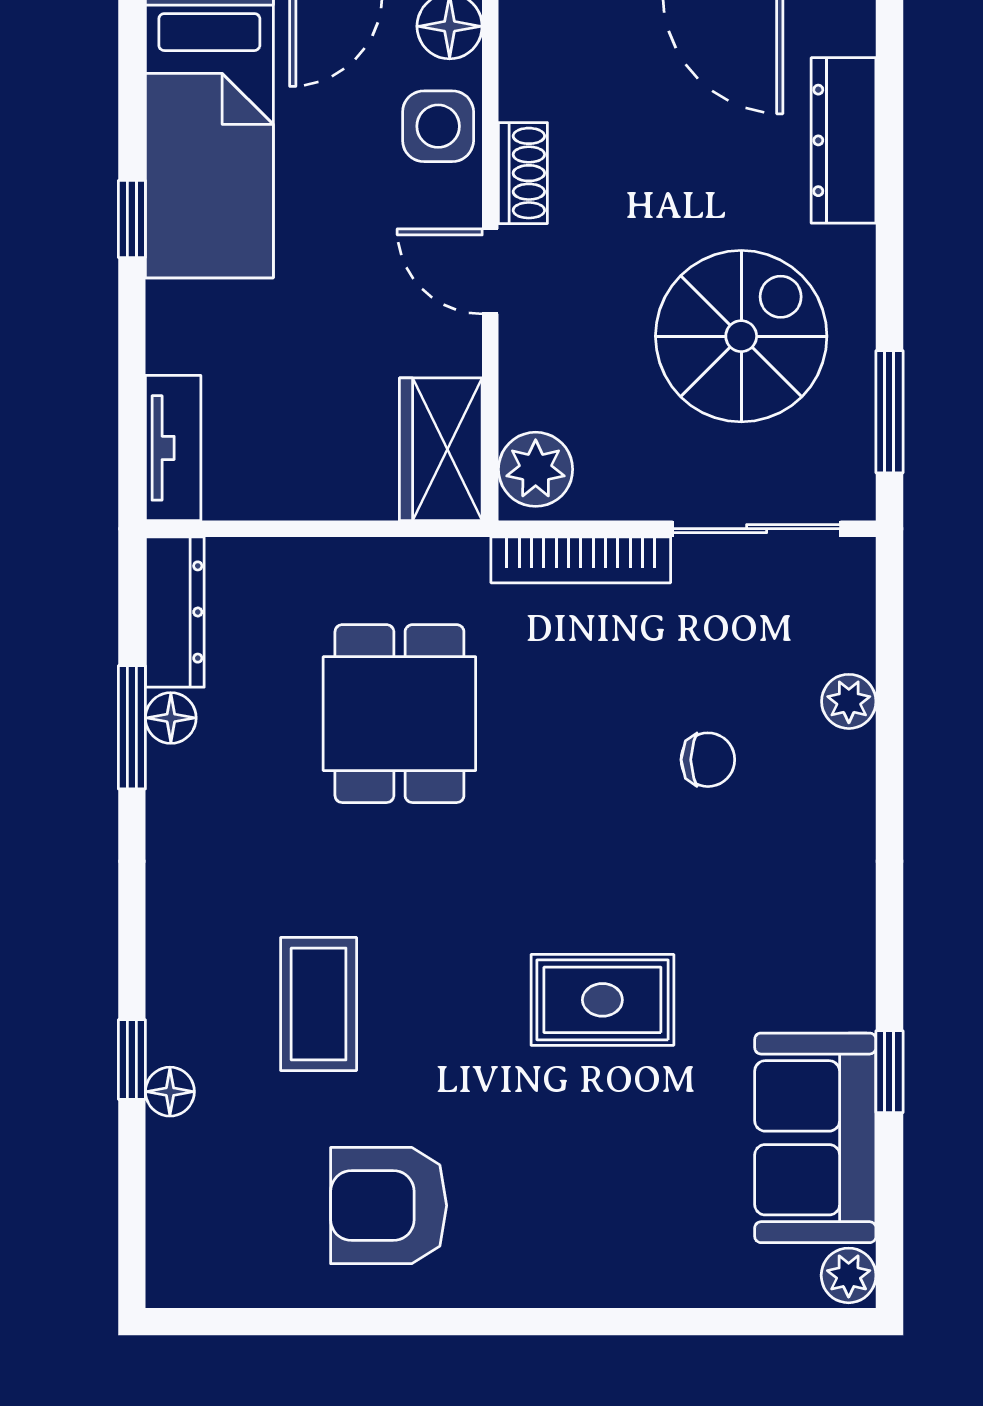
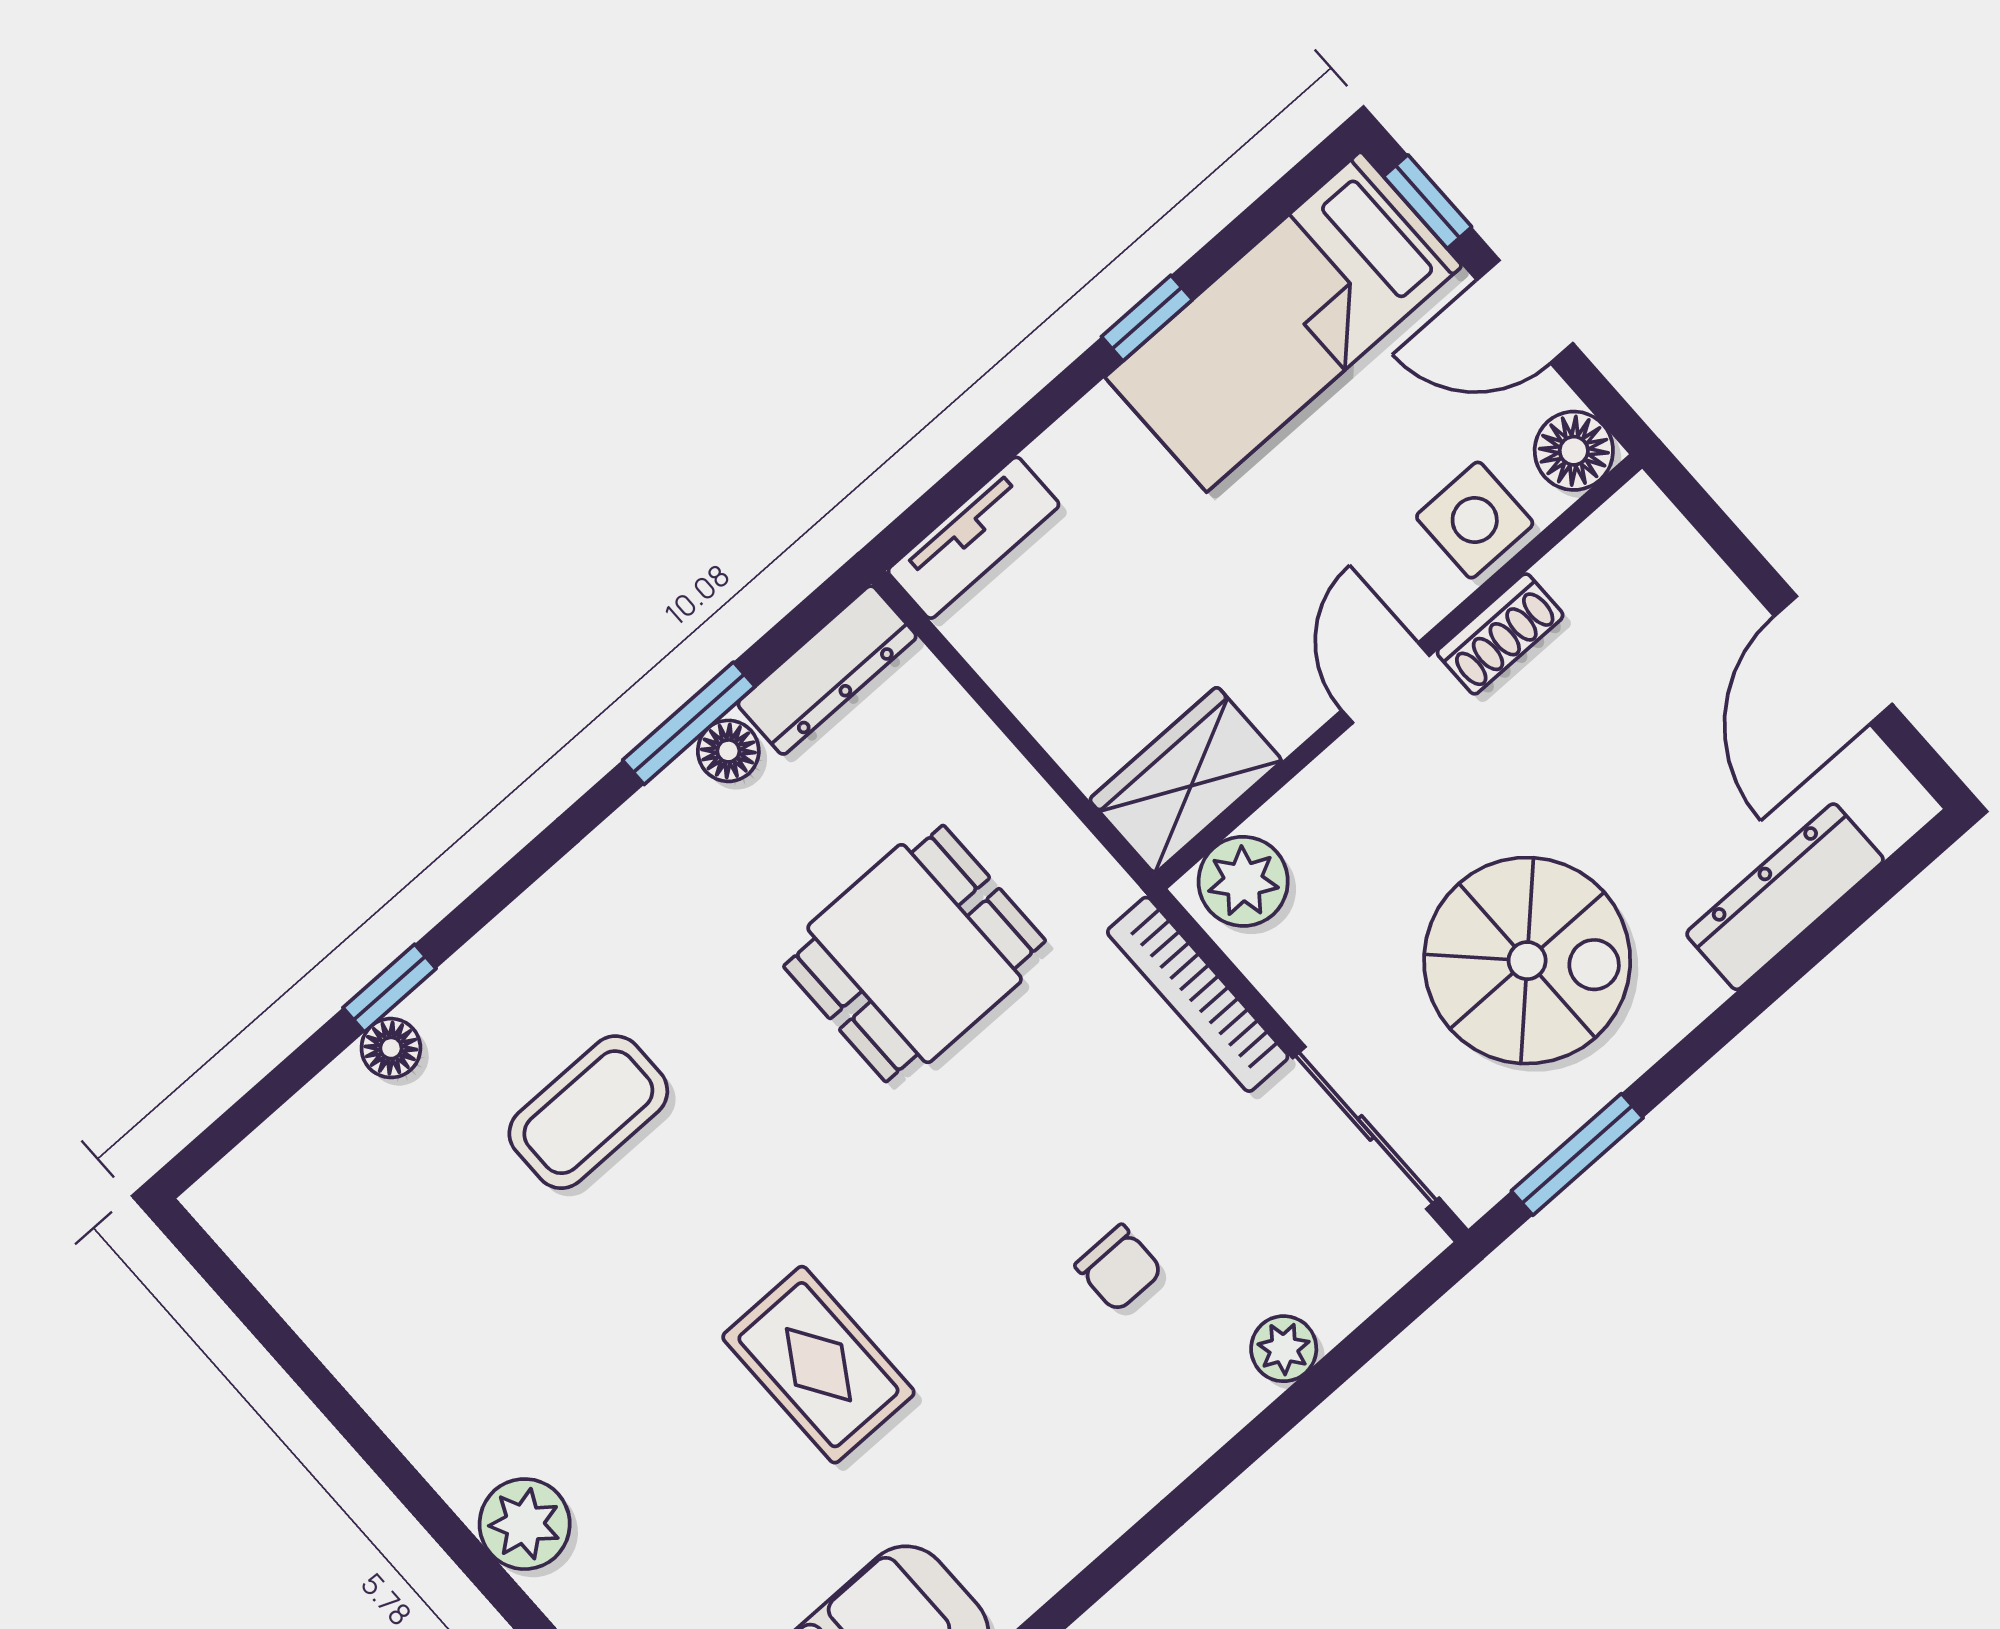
armchair: (389, 1206) -> (463, 1336), removed
plant: (540, 1271) -> (525, 1524), added

